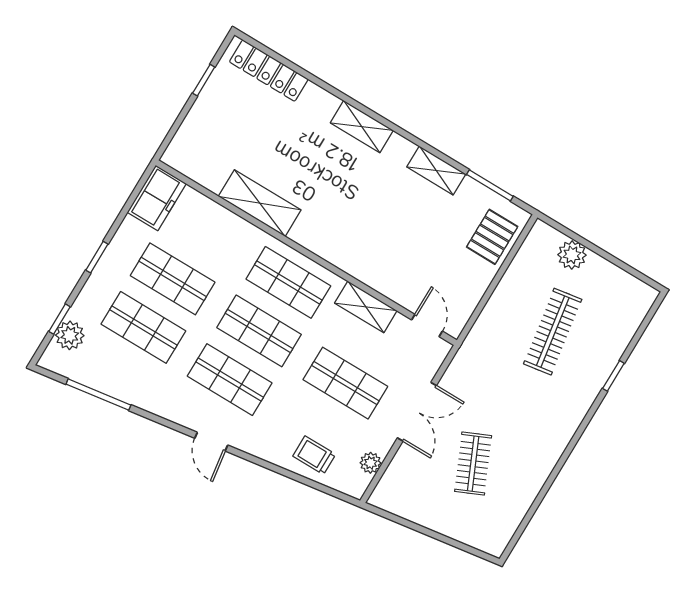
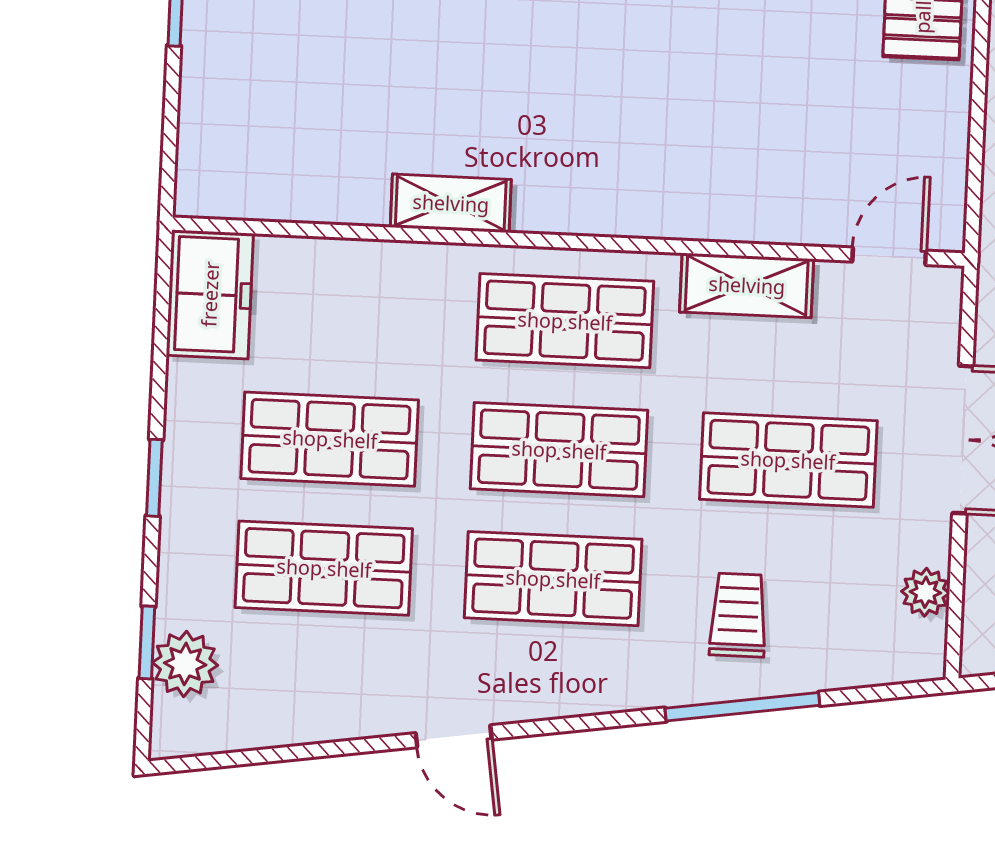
shelving: (260, 203) -> (451, 203), width x0.67, depth x0.75
door: (427, 326) -> (889, 256), hinge flipped
window: (98, 395) -> (742, 707), moved
door: (211, 442) -> (454, 736), moved
trolley: (314, 455) -> (738, 615), moved, turned 90

